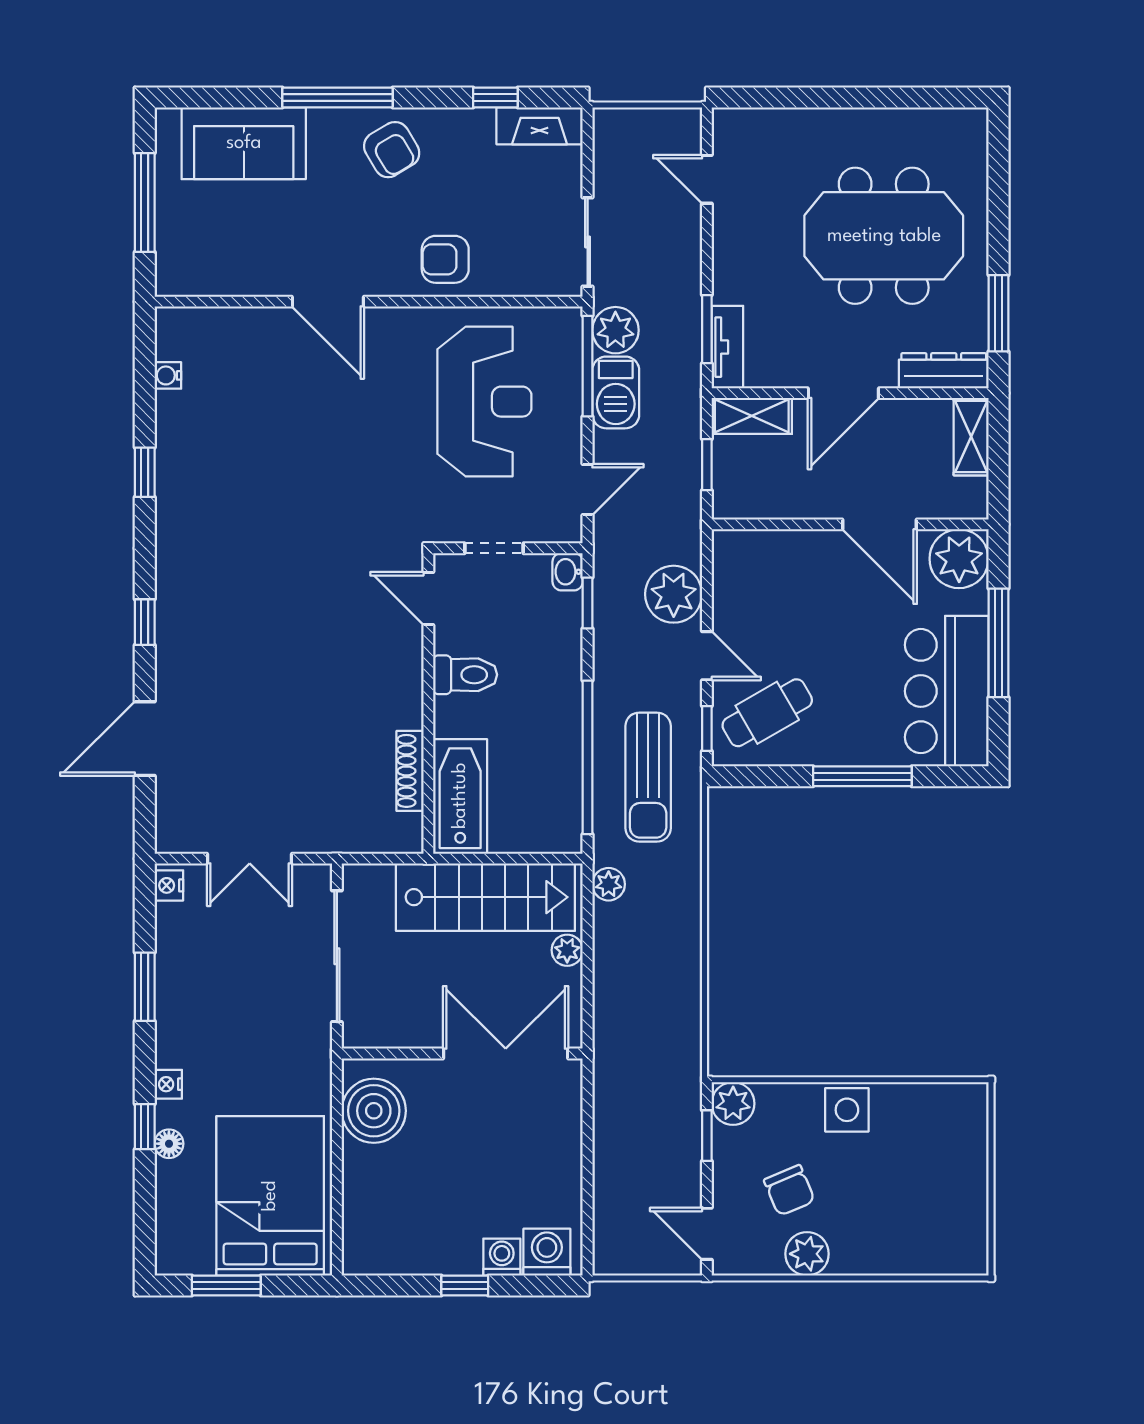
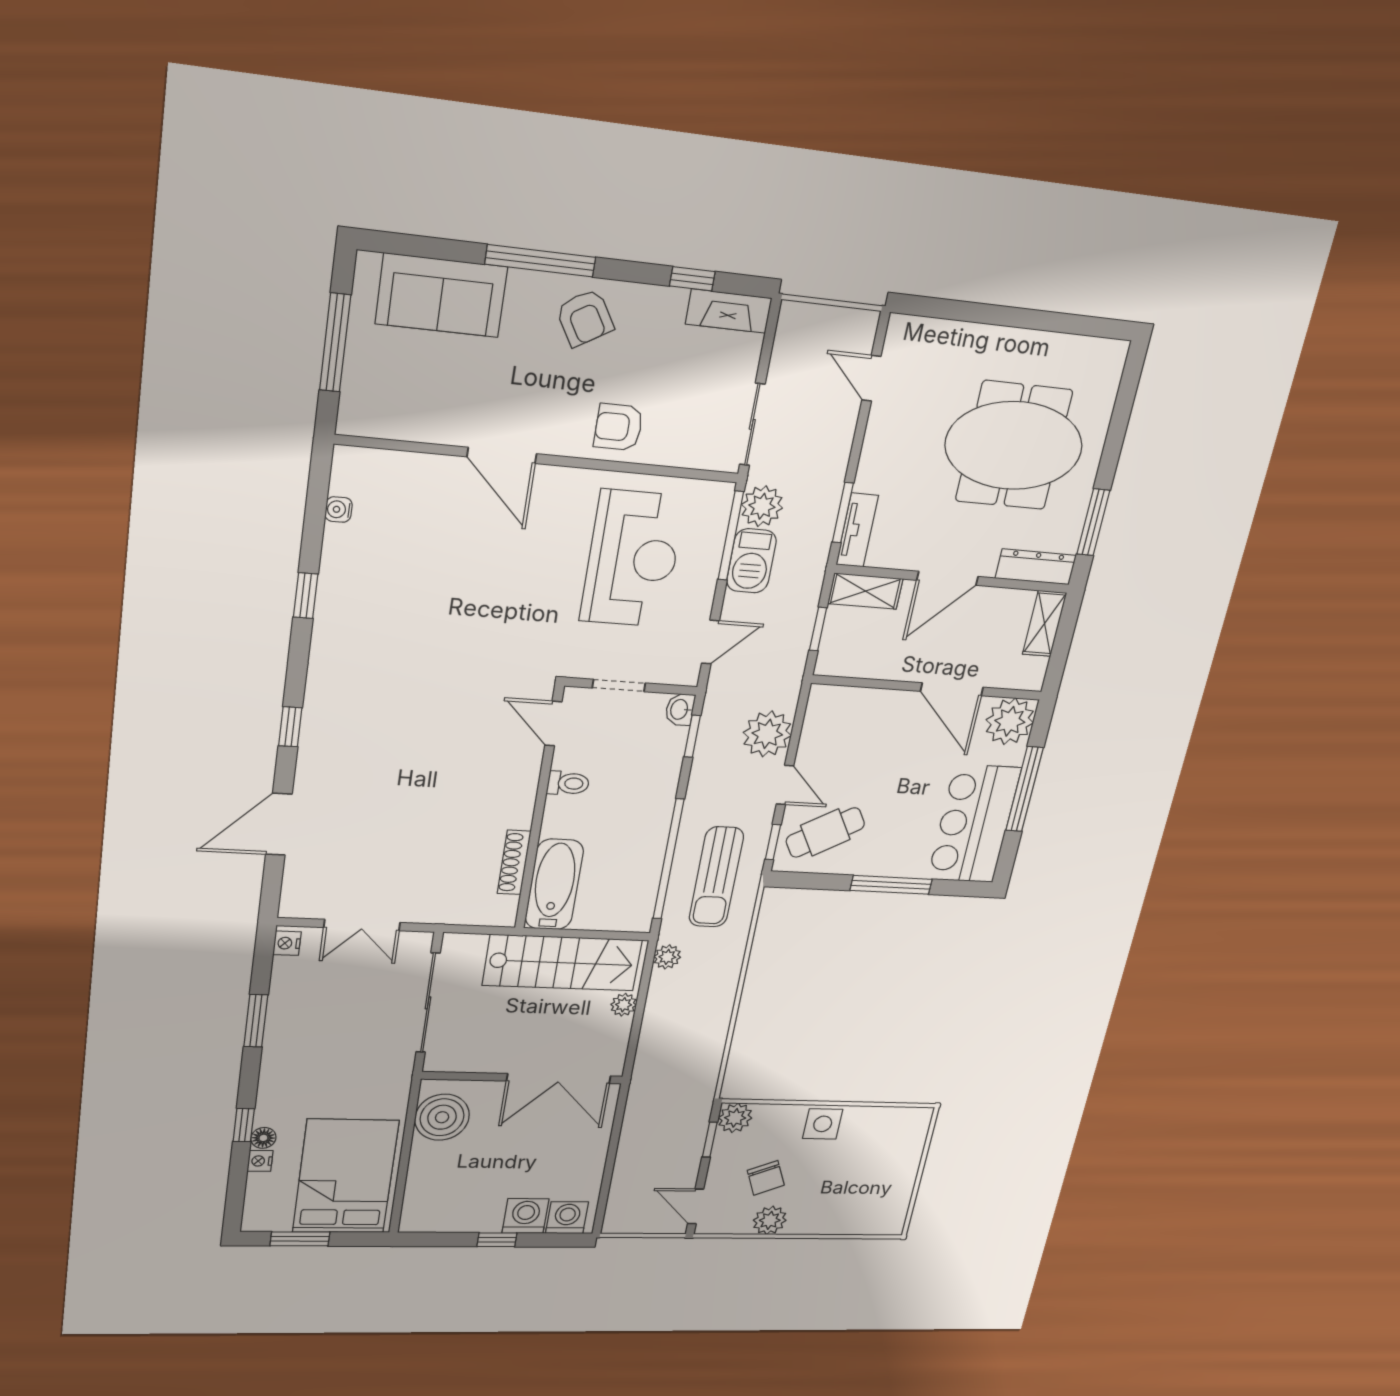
toilet: (465, 675) -> (568, 783), width x0.73, depth x0.72
double door: (506, 1054) -> (559, 1078), swing flipped
nightstand: (168, 1084) -> (260, 1161), moved
washing machine: (502, 1257) -> (525, 1216), width x1.38, depth x1.38

